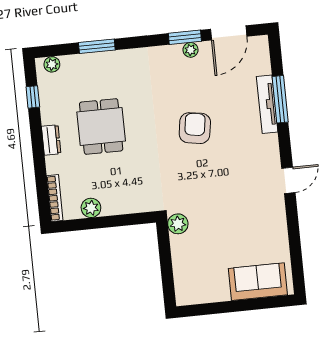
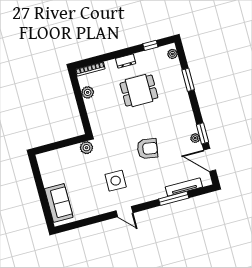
tv unit: (267, 104) -> (184, 187), moved
side table: (237, 186) -> (116, 181), added

